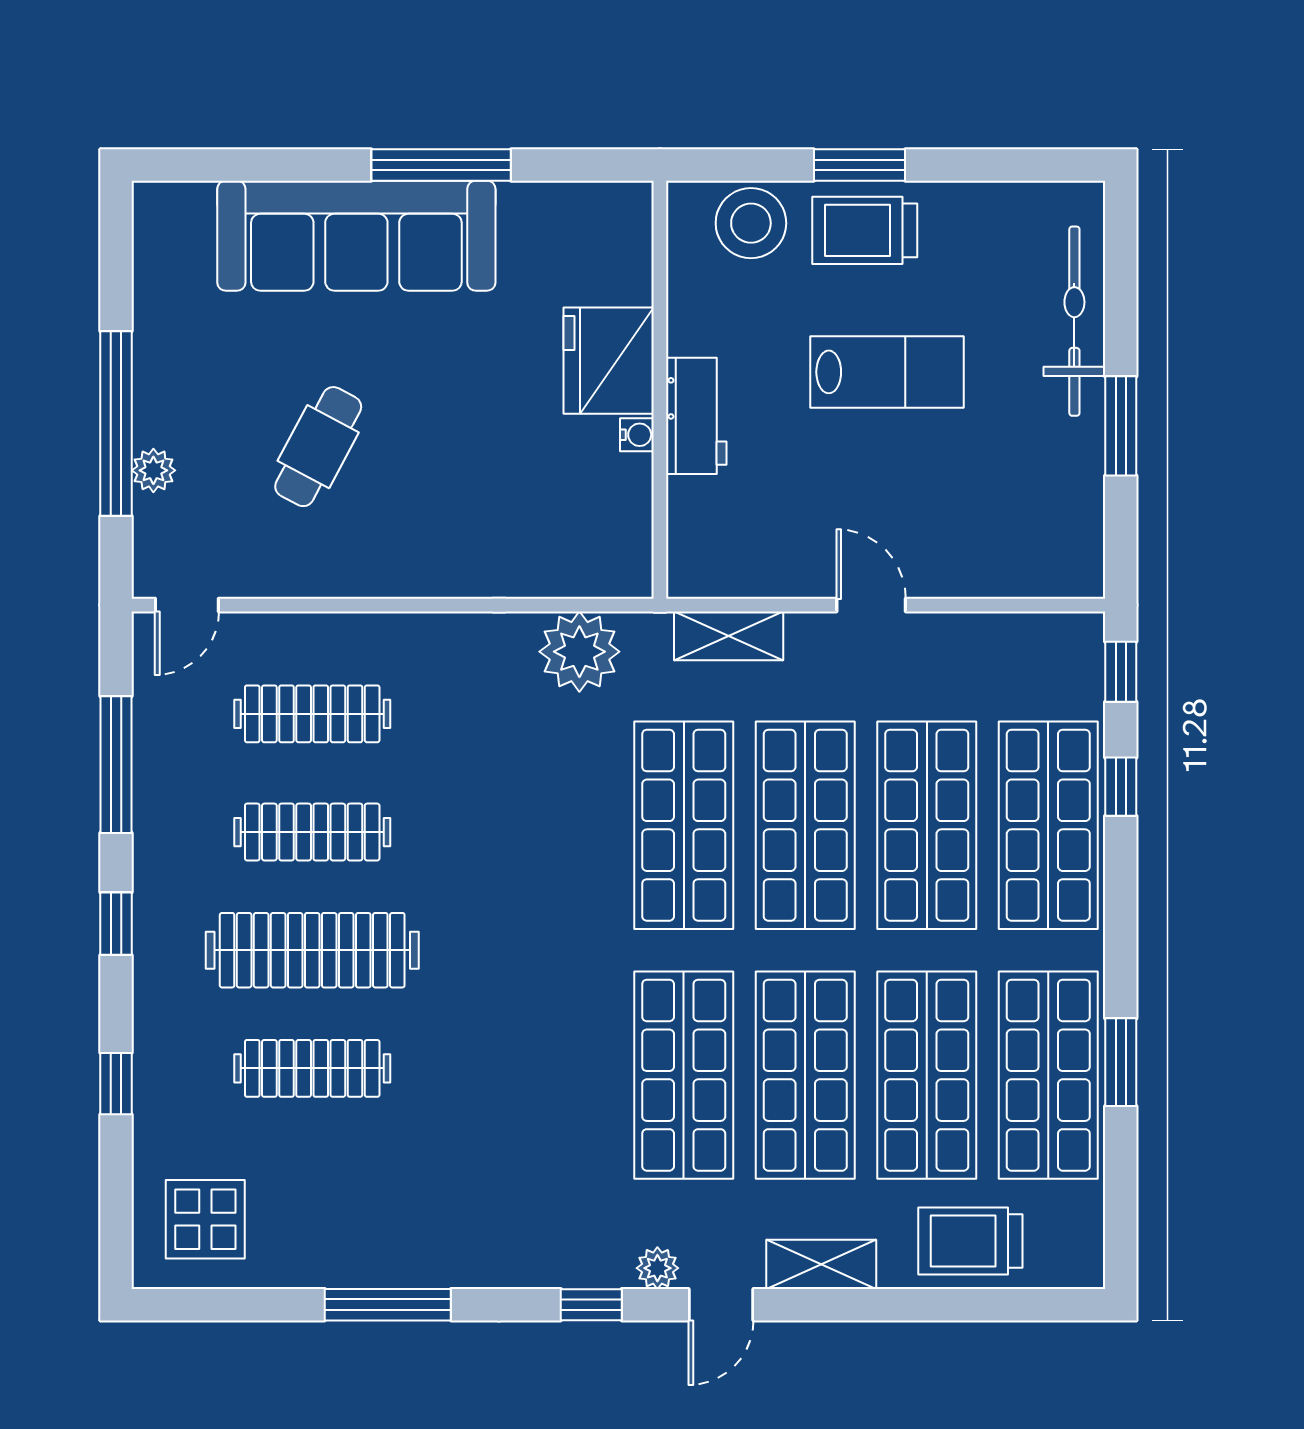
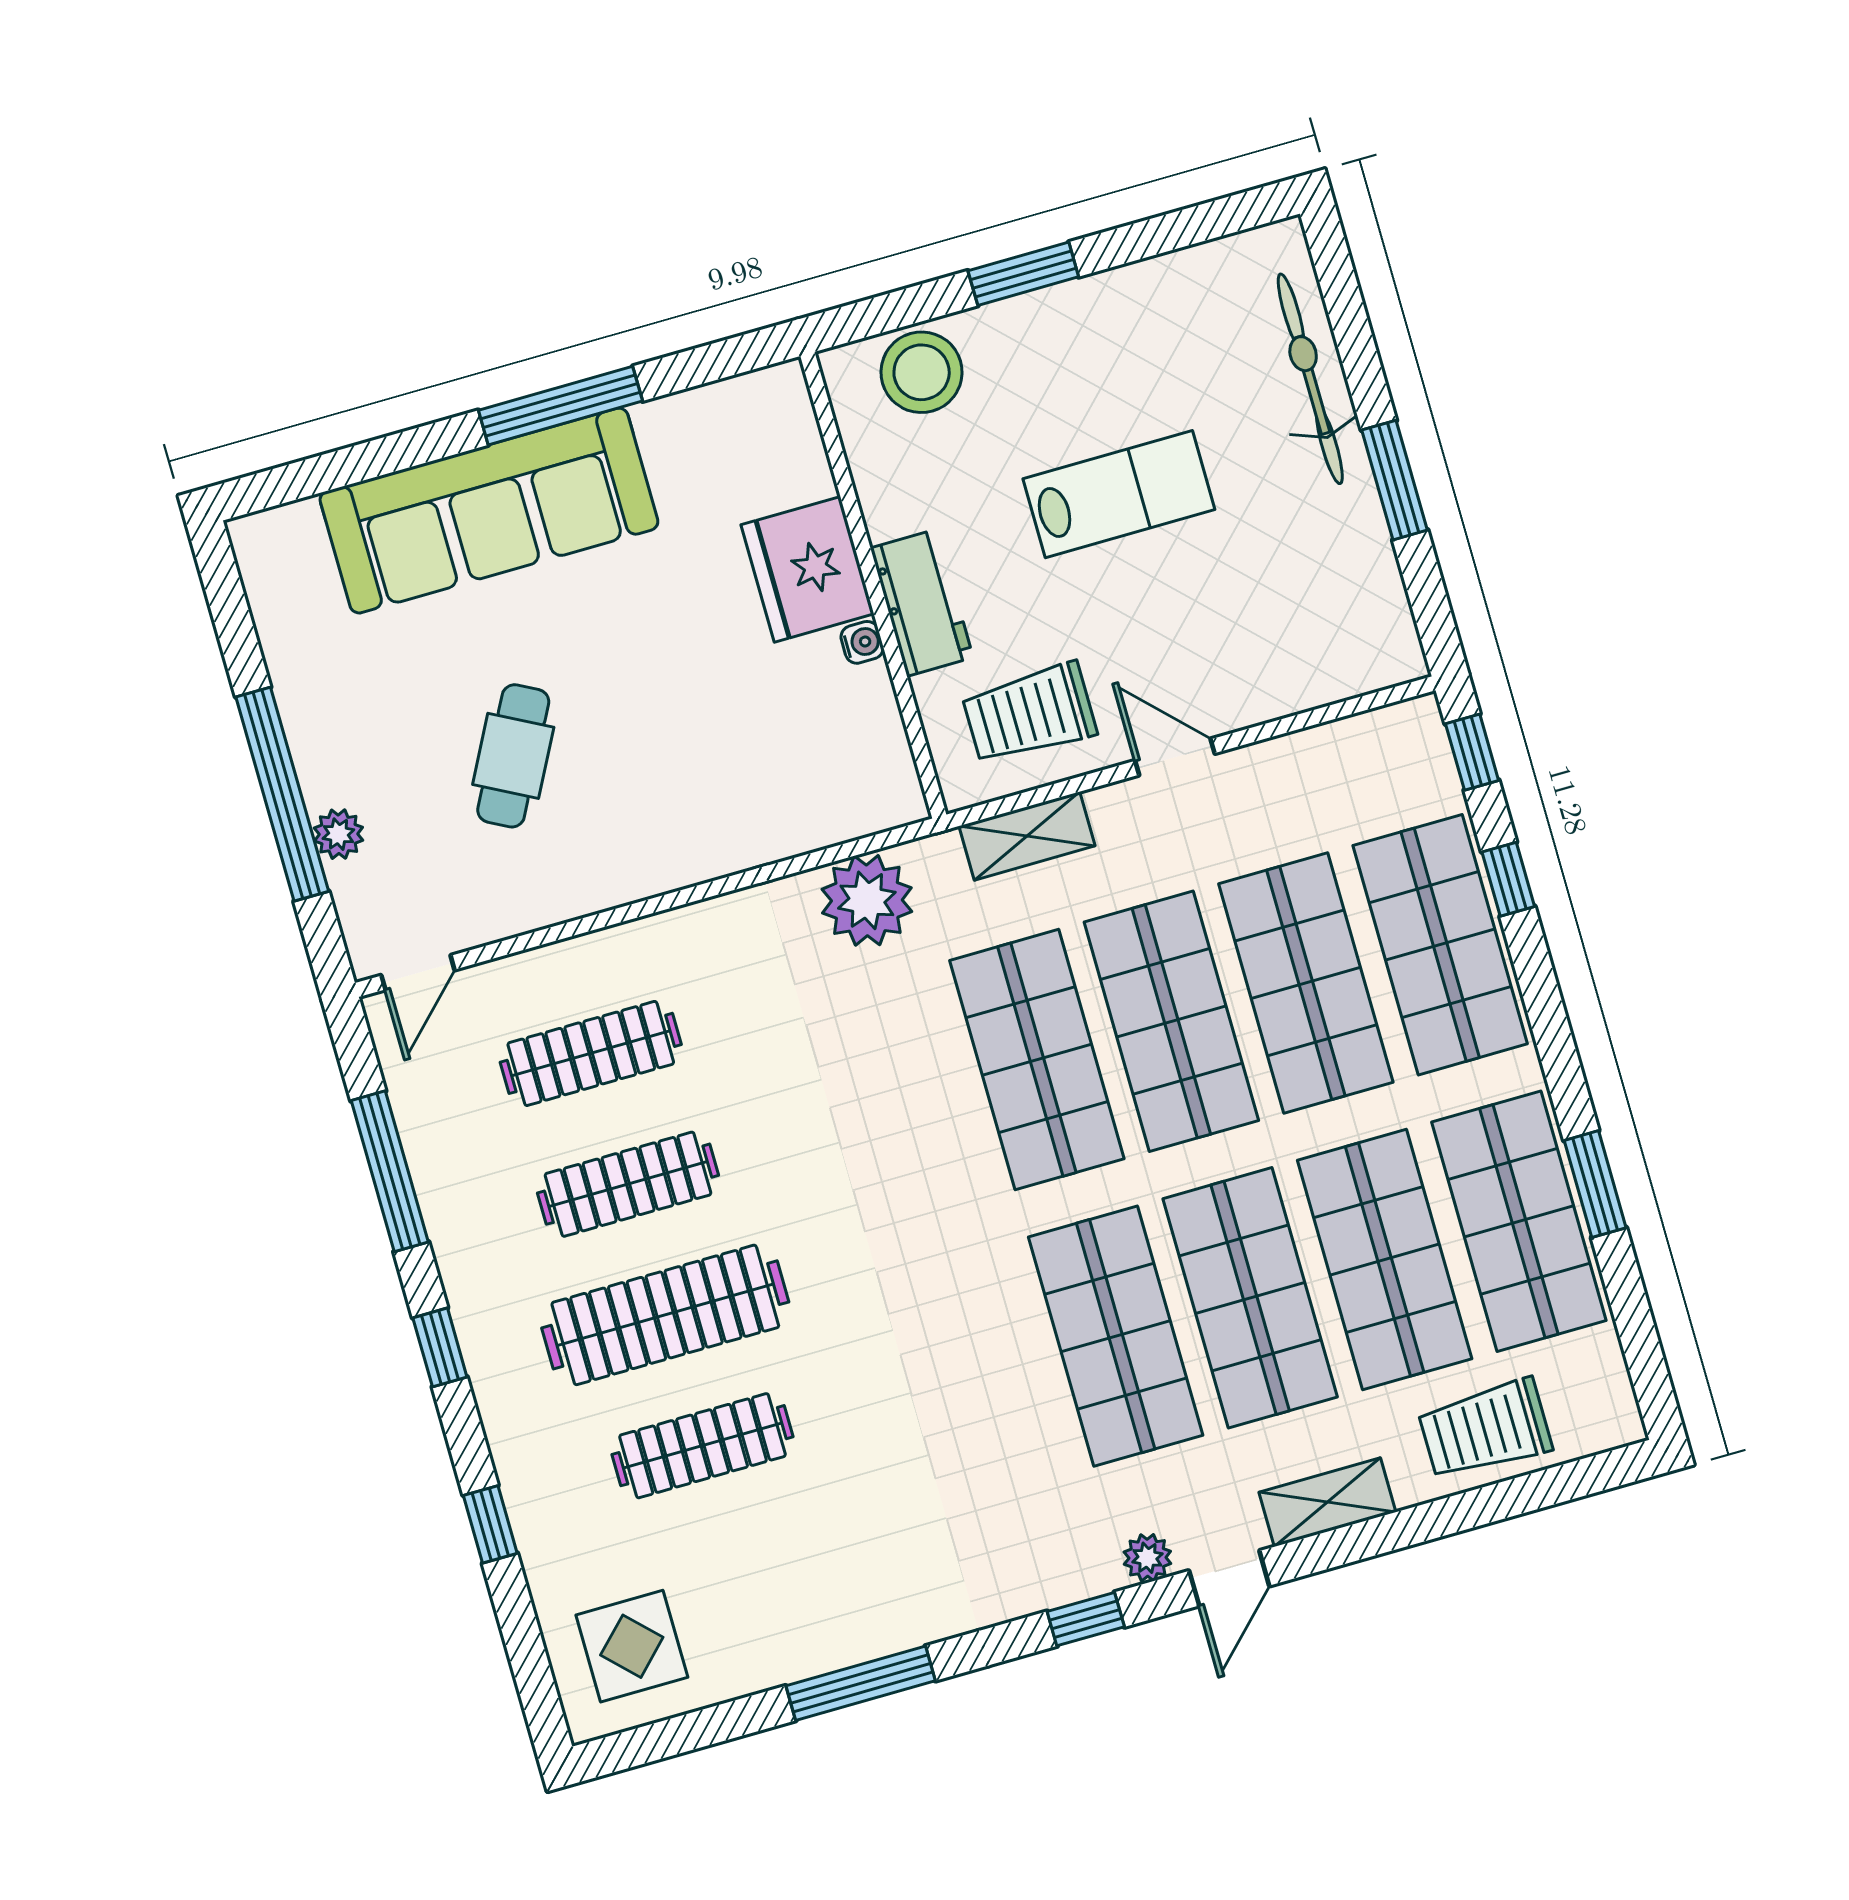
trolley: (865, 230) -> (1029, 713), moved

